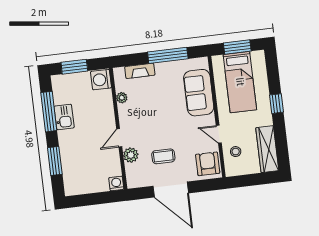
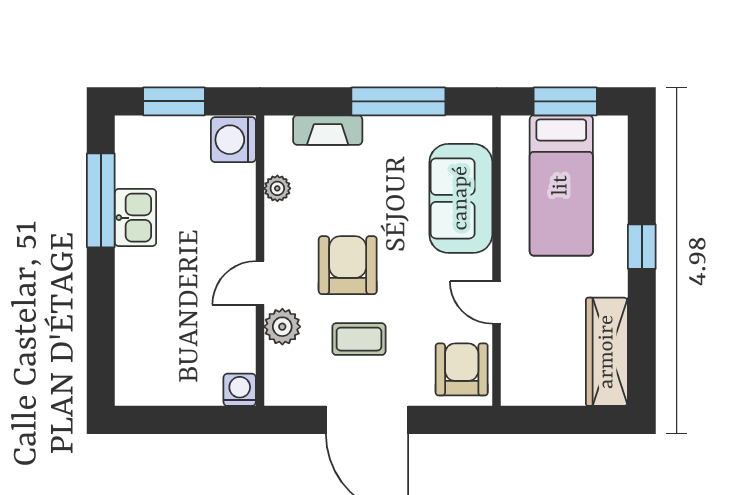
armchair: (155, 126) -> (348, 265), added
stool: (236, 152) -> (531, 348), removed
window: (55, 161) -> (101, 319), removed

